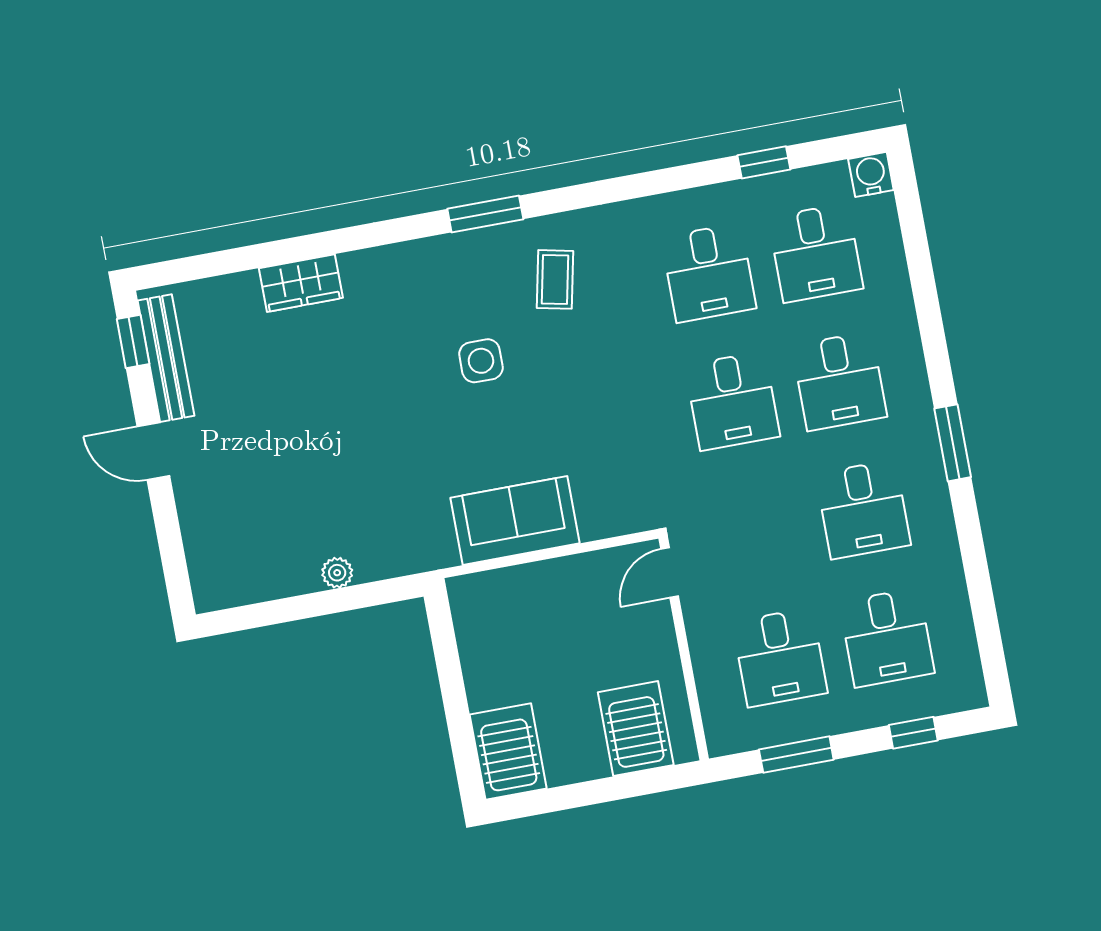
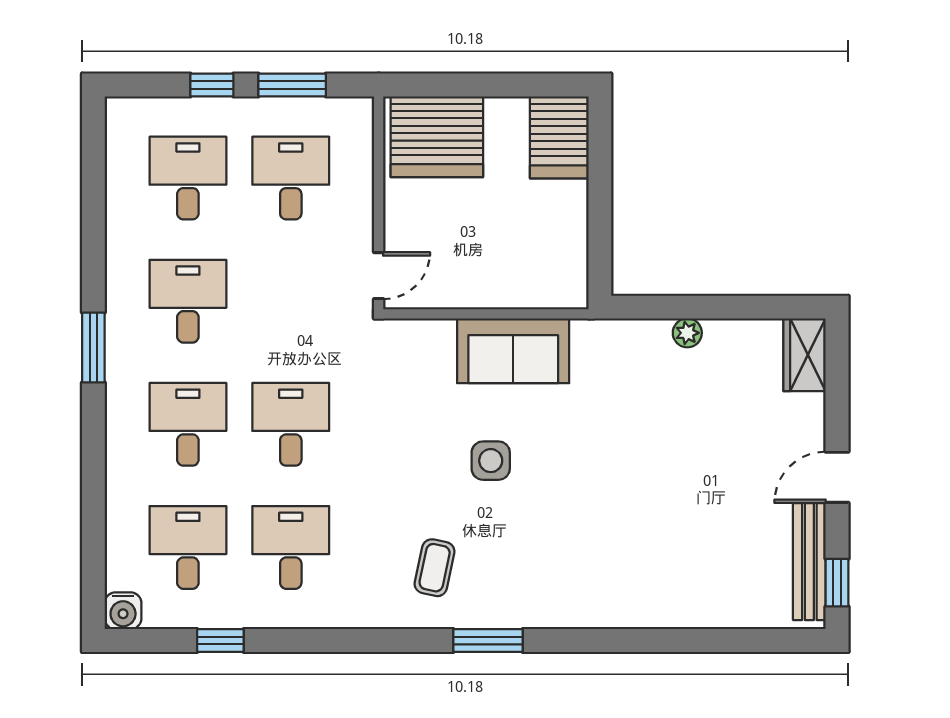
wardrobe: (301, 283) -> (805, 355), moved, turned -90
side table: (481, 361) -> (491, 461), moved
door: (153, 451) -> (837, 477), swing flipped
server rack: (636, 729) -> (437, 137), width x1.60
window: (913, 733) -> (212, 85), moved

